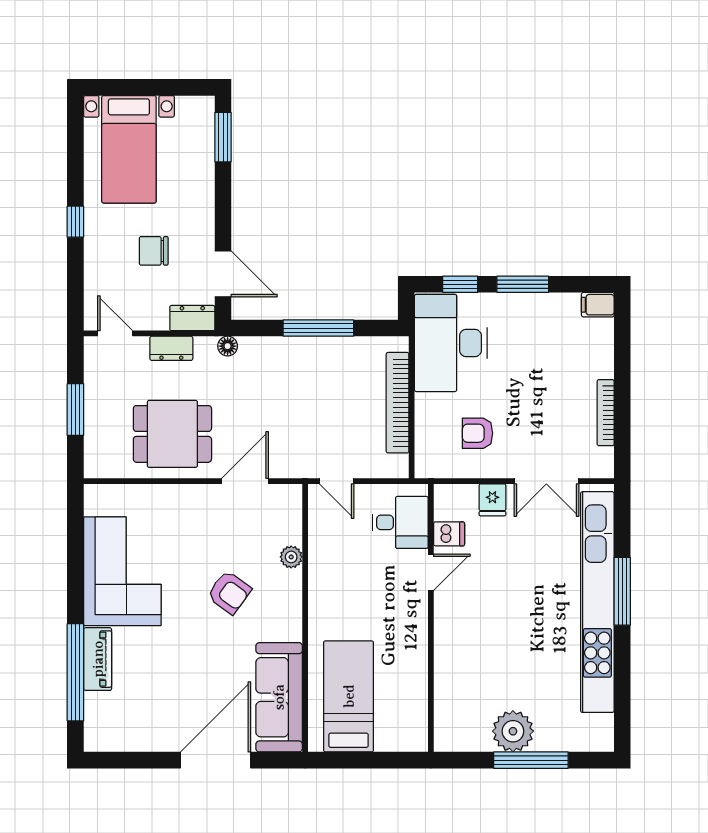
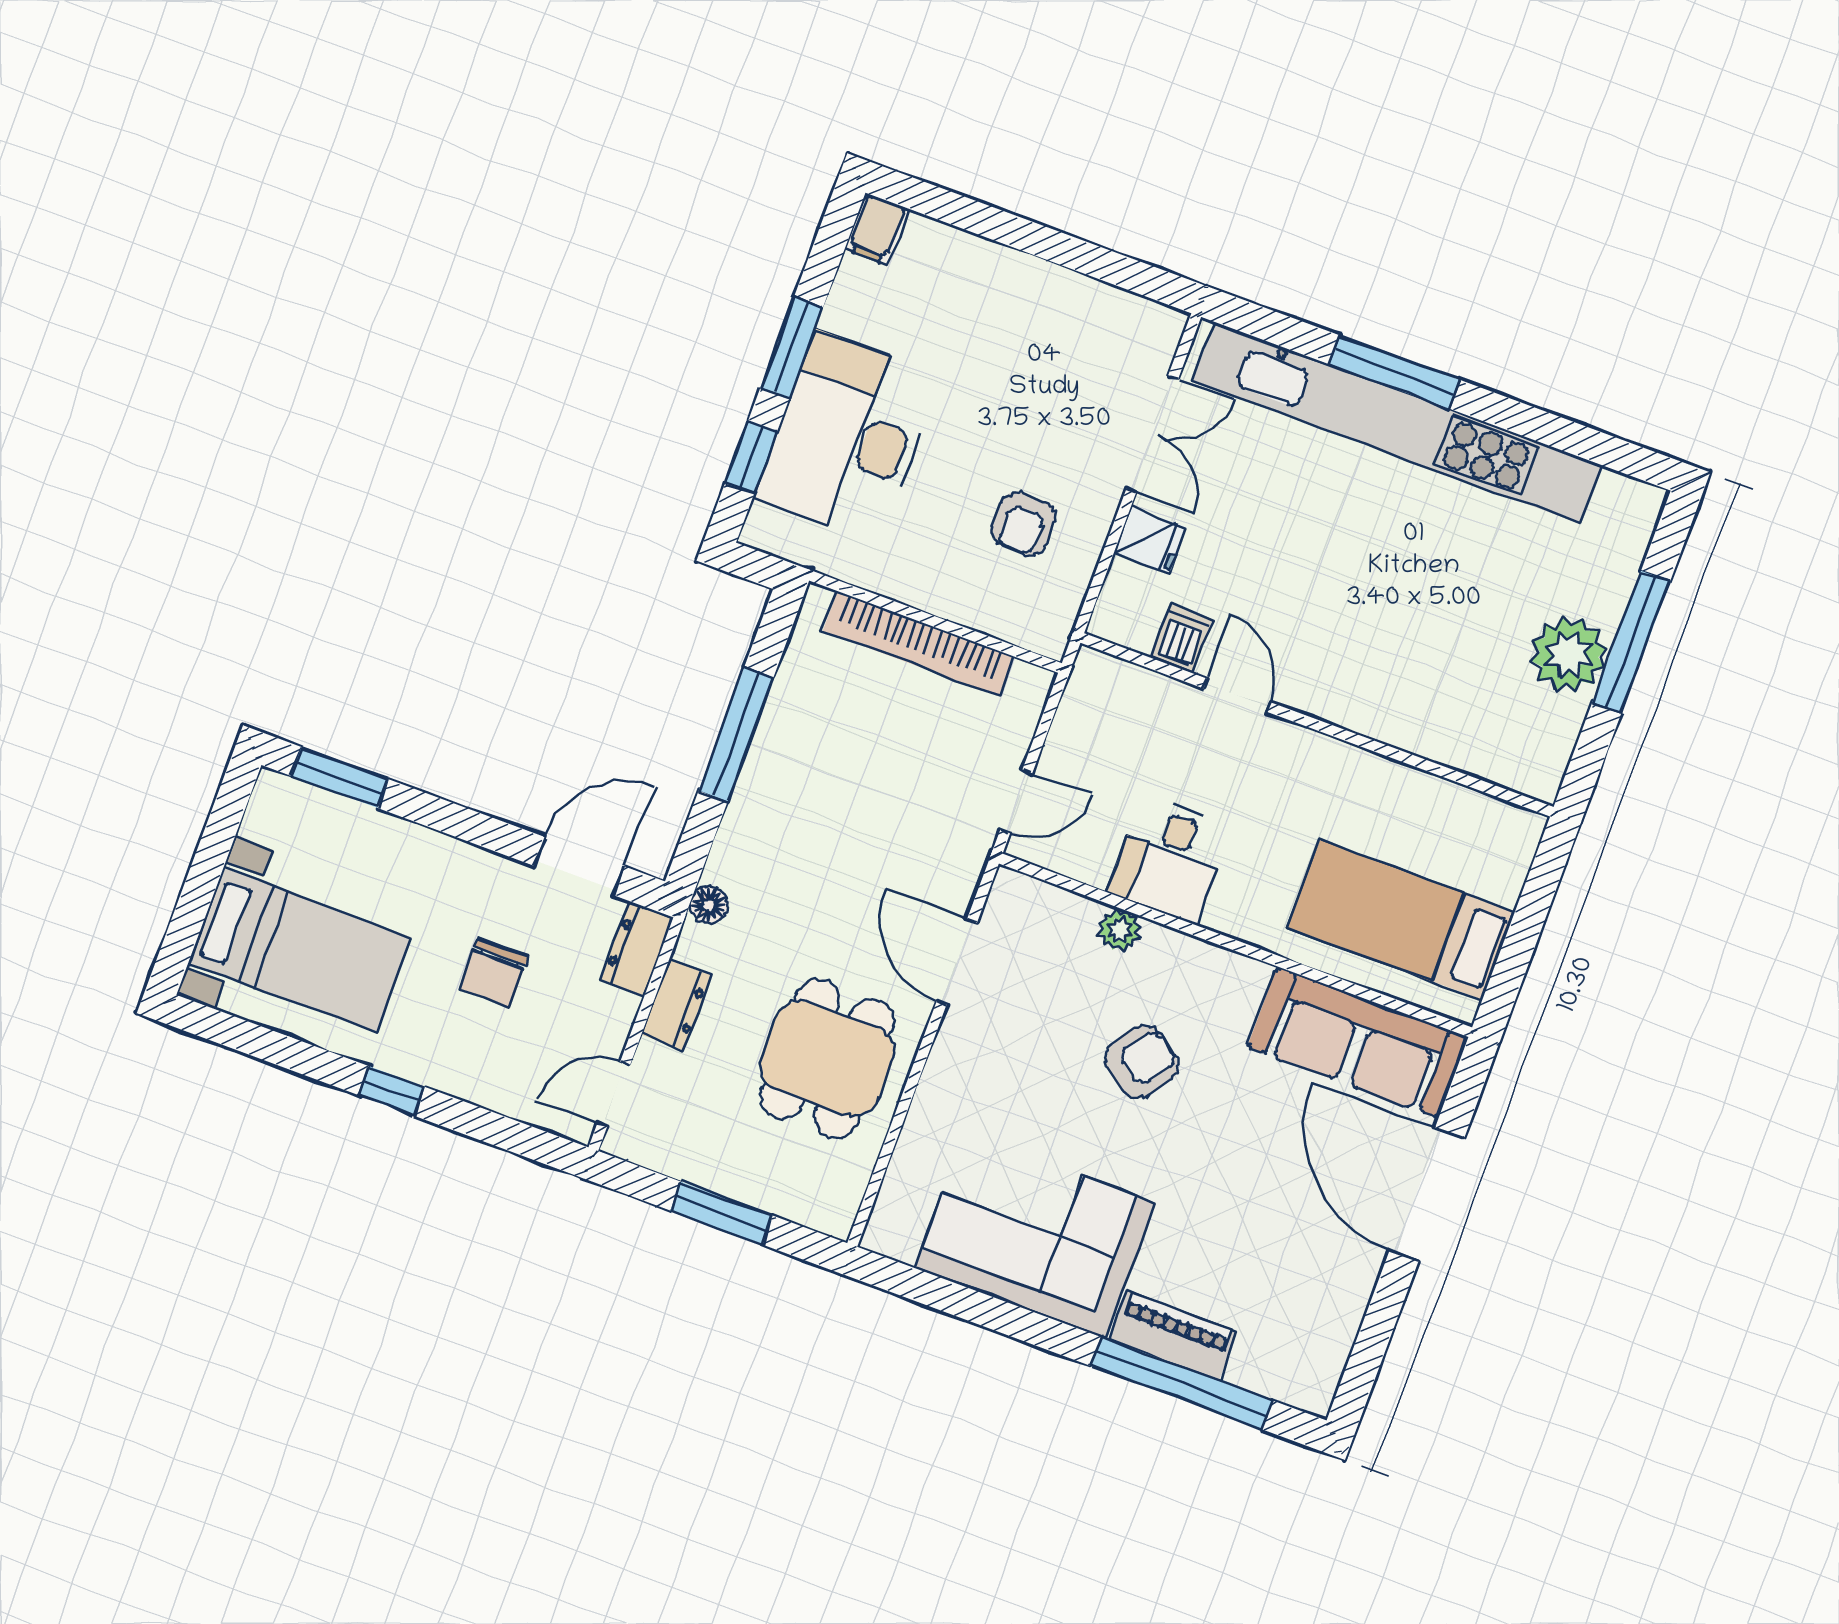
desk: (451, 343) -> (847, 437), moved, turned 90
bookcase: (606, 413) -> (1071, 285), removed
desk: (400, 522) -> (1170, 860), moved, turned 180

